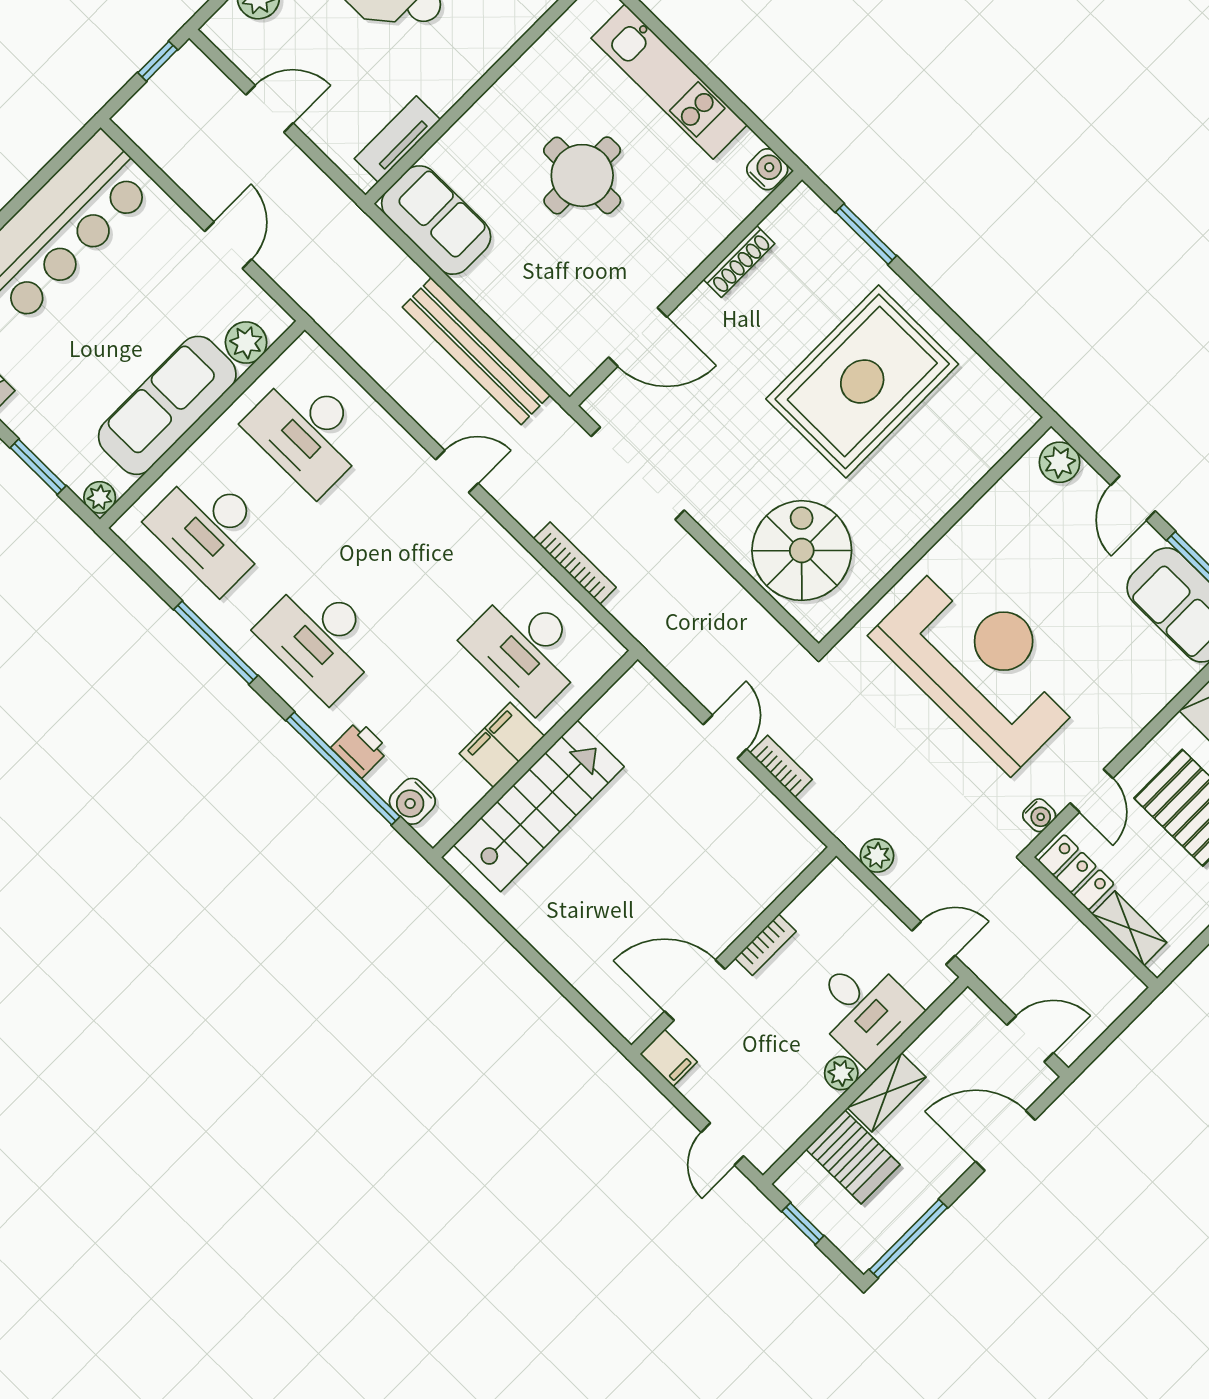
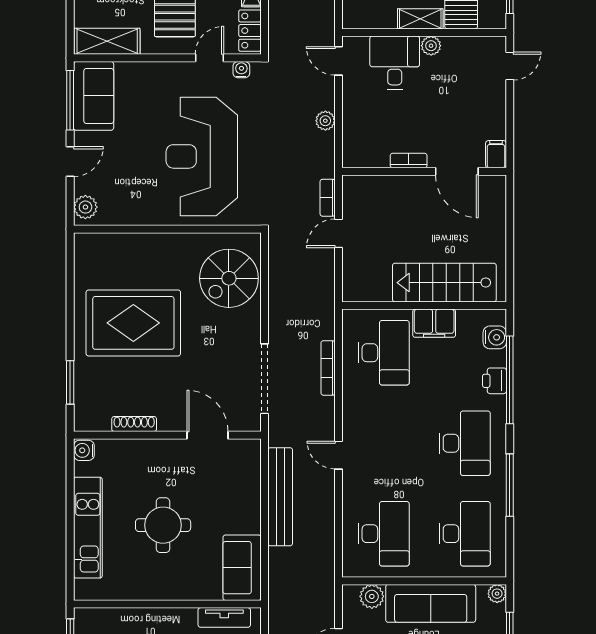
bookcase: (766, 945) -> (409, 161), moved
wall: (734, 951) -> (424, 171), moved
door: (695, 990) -> (457, 171), moved
filing cabinet: (669, 1058) -> (496, 154), moved

